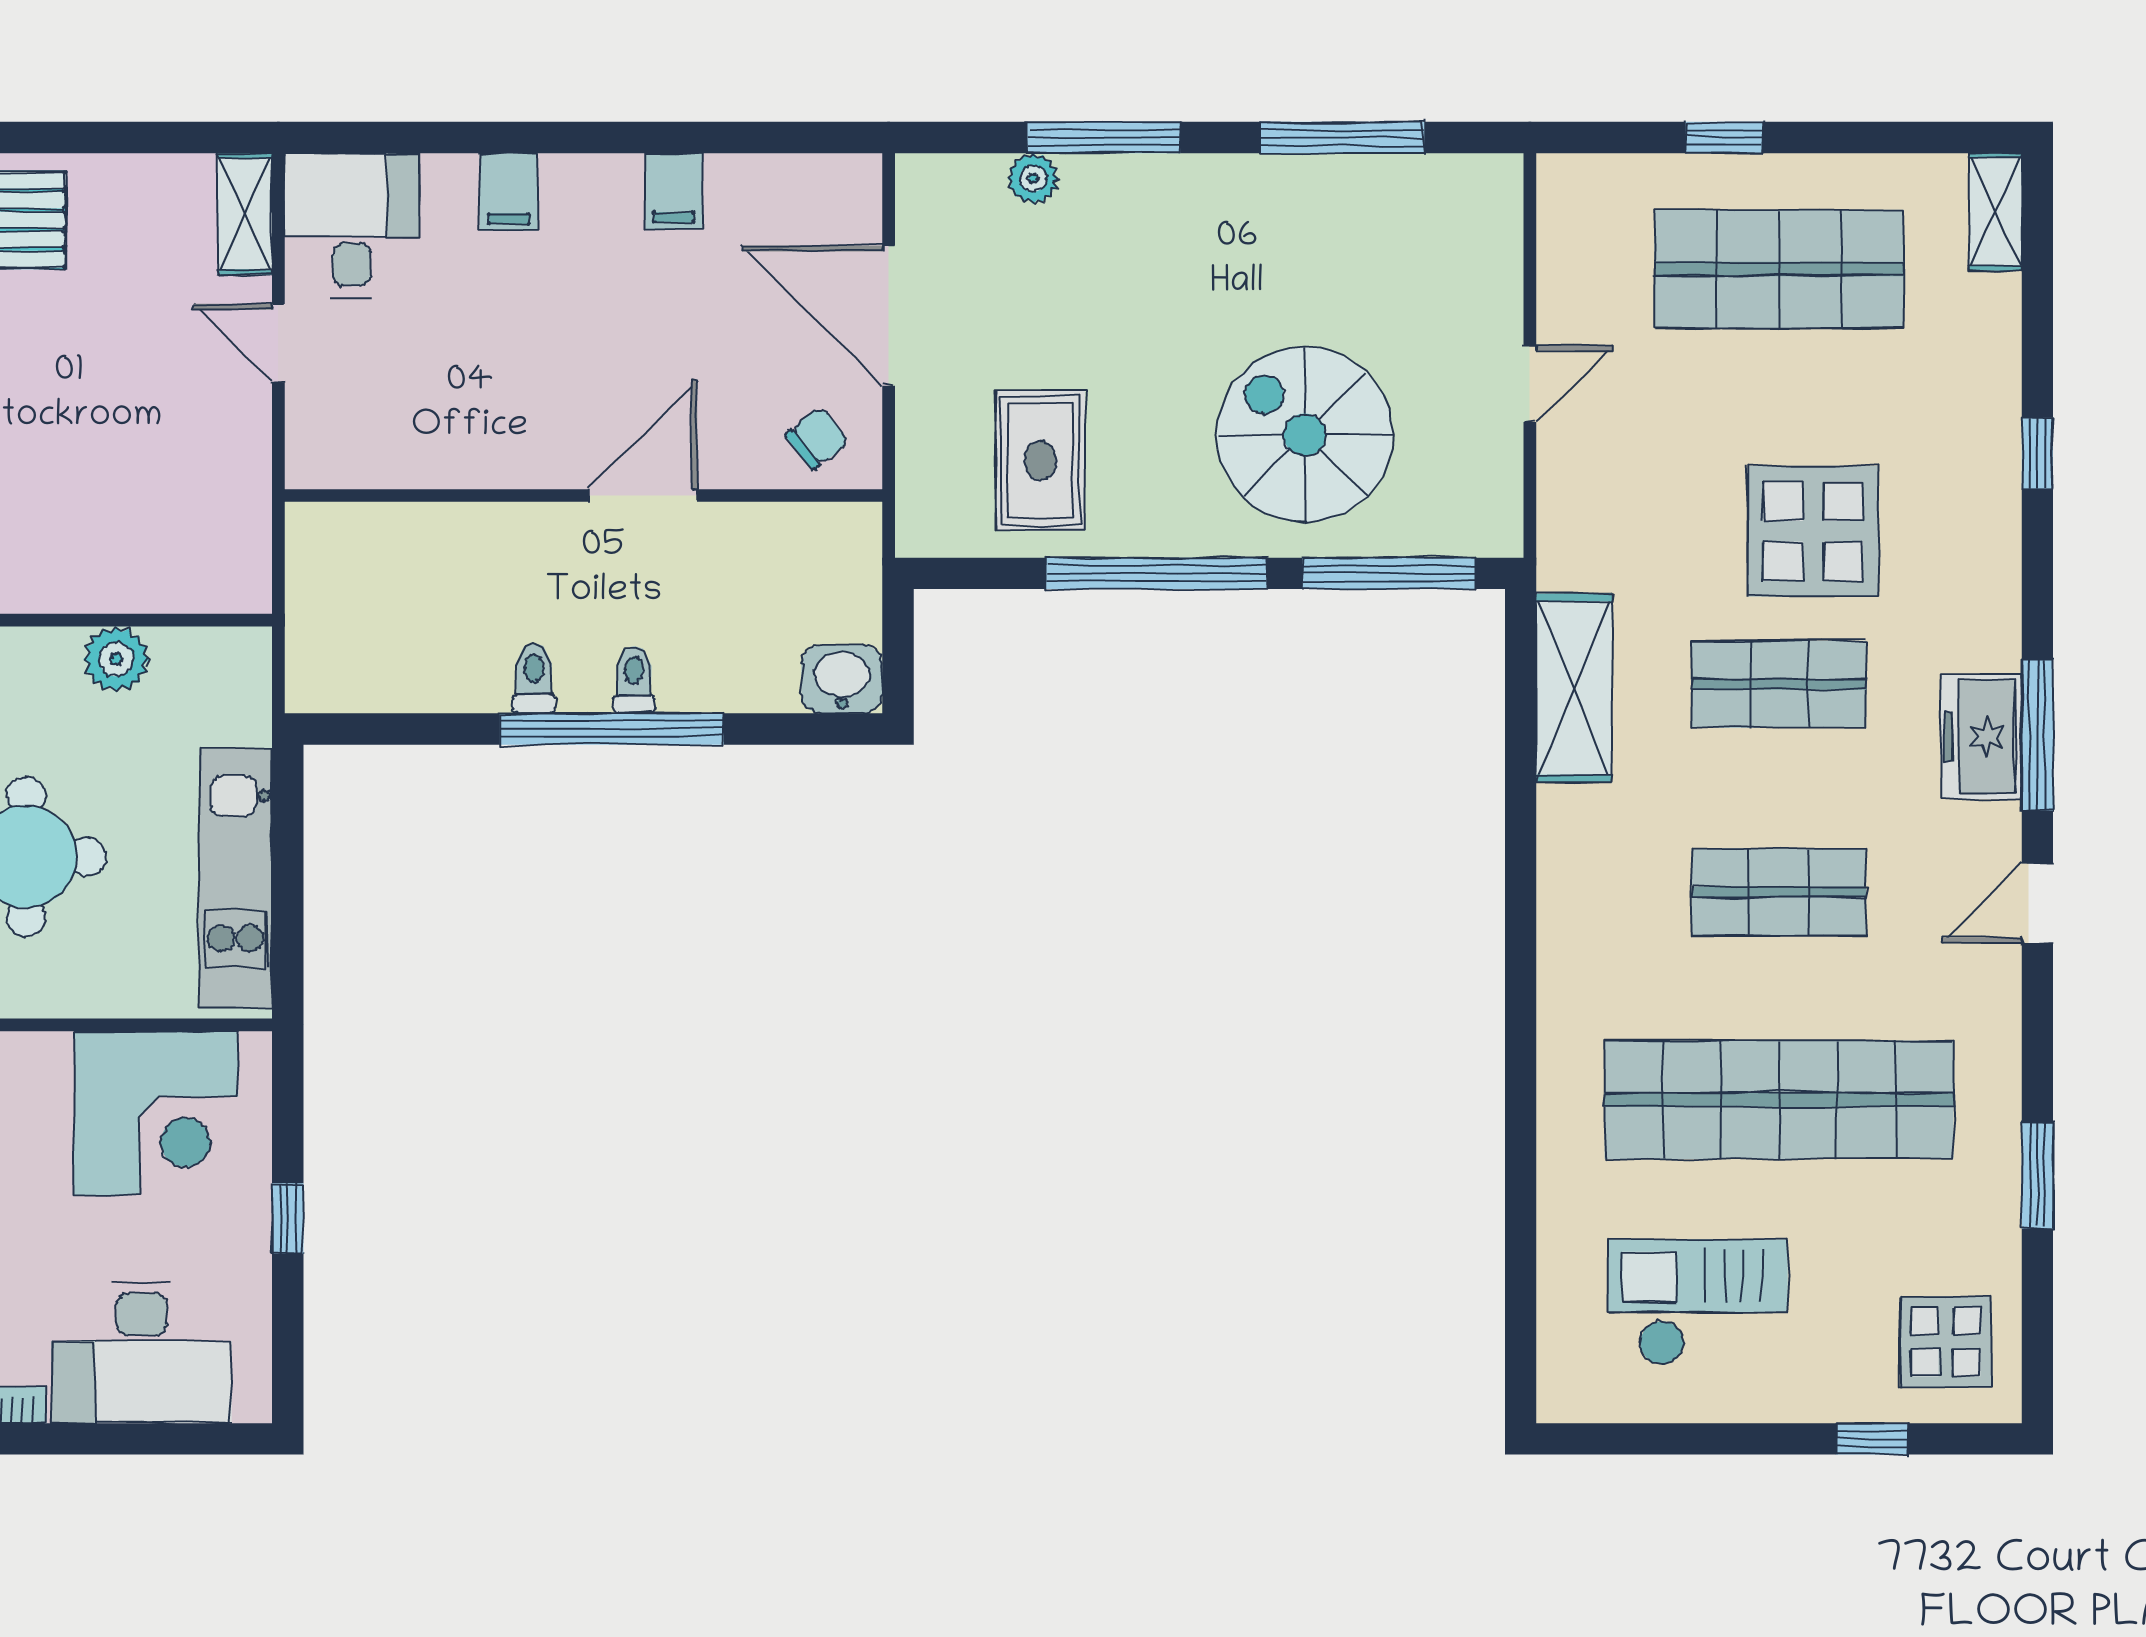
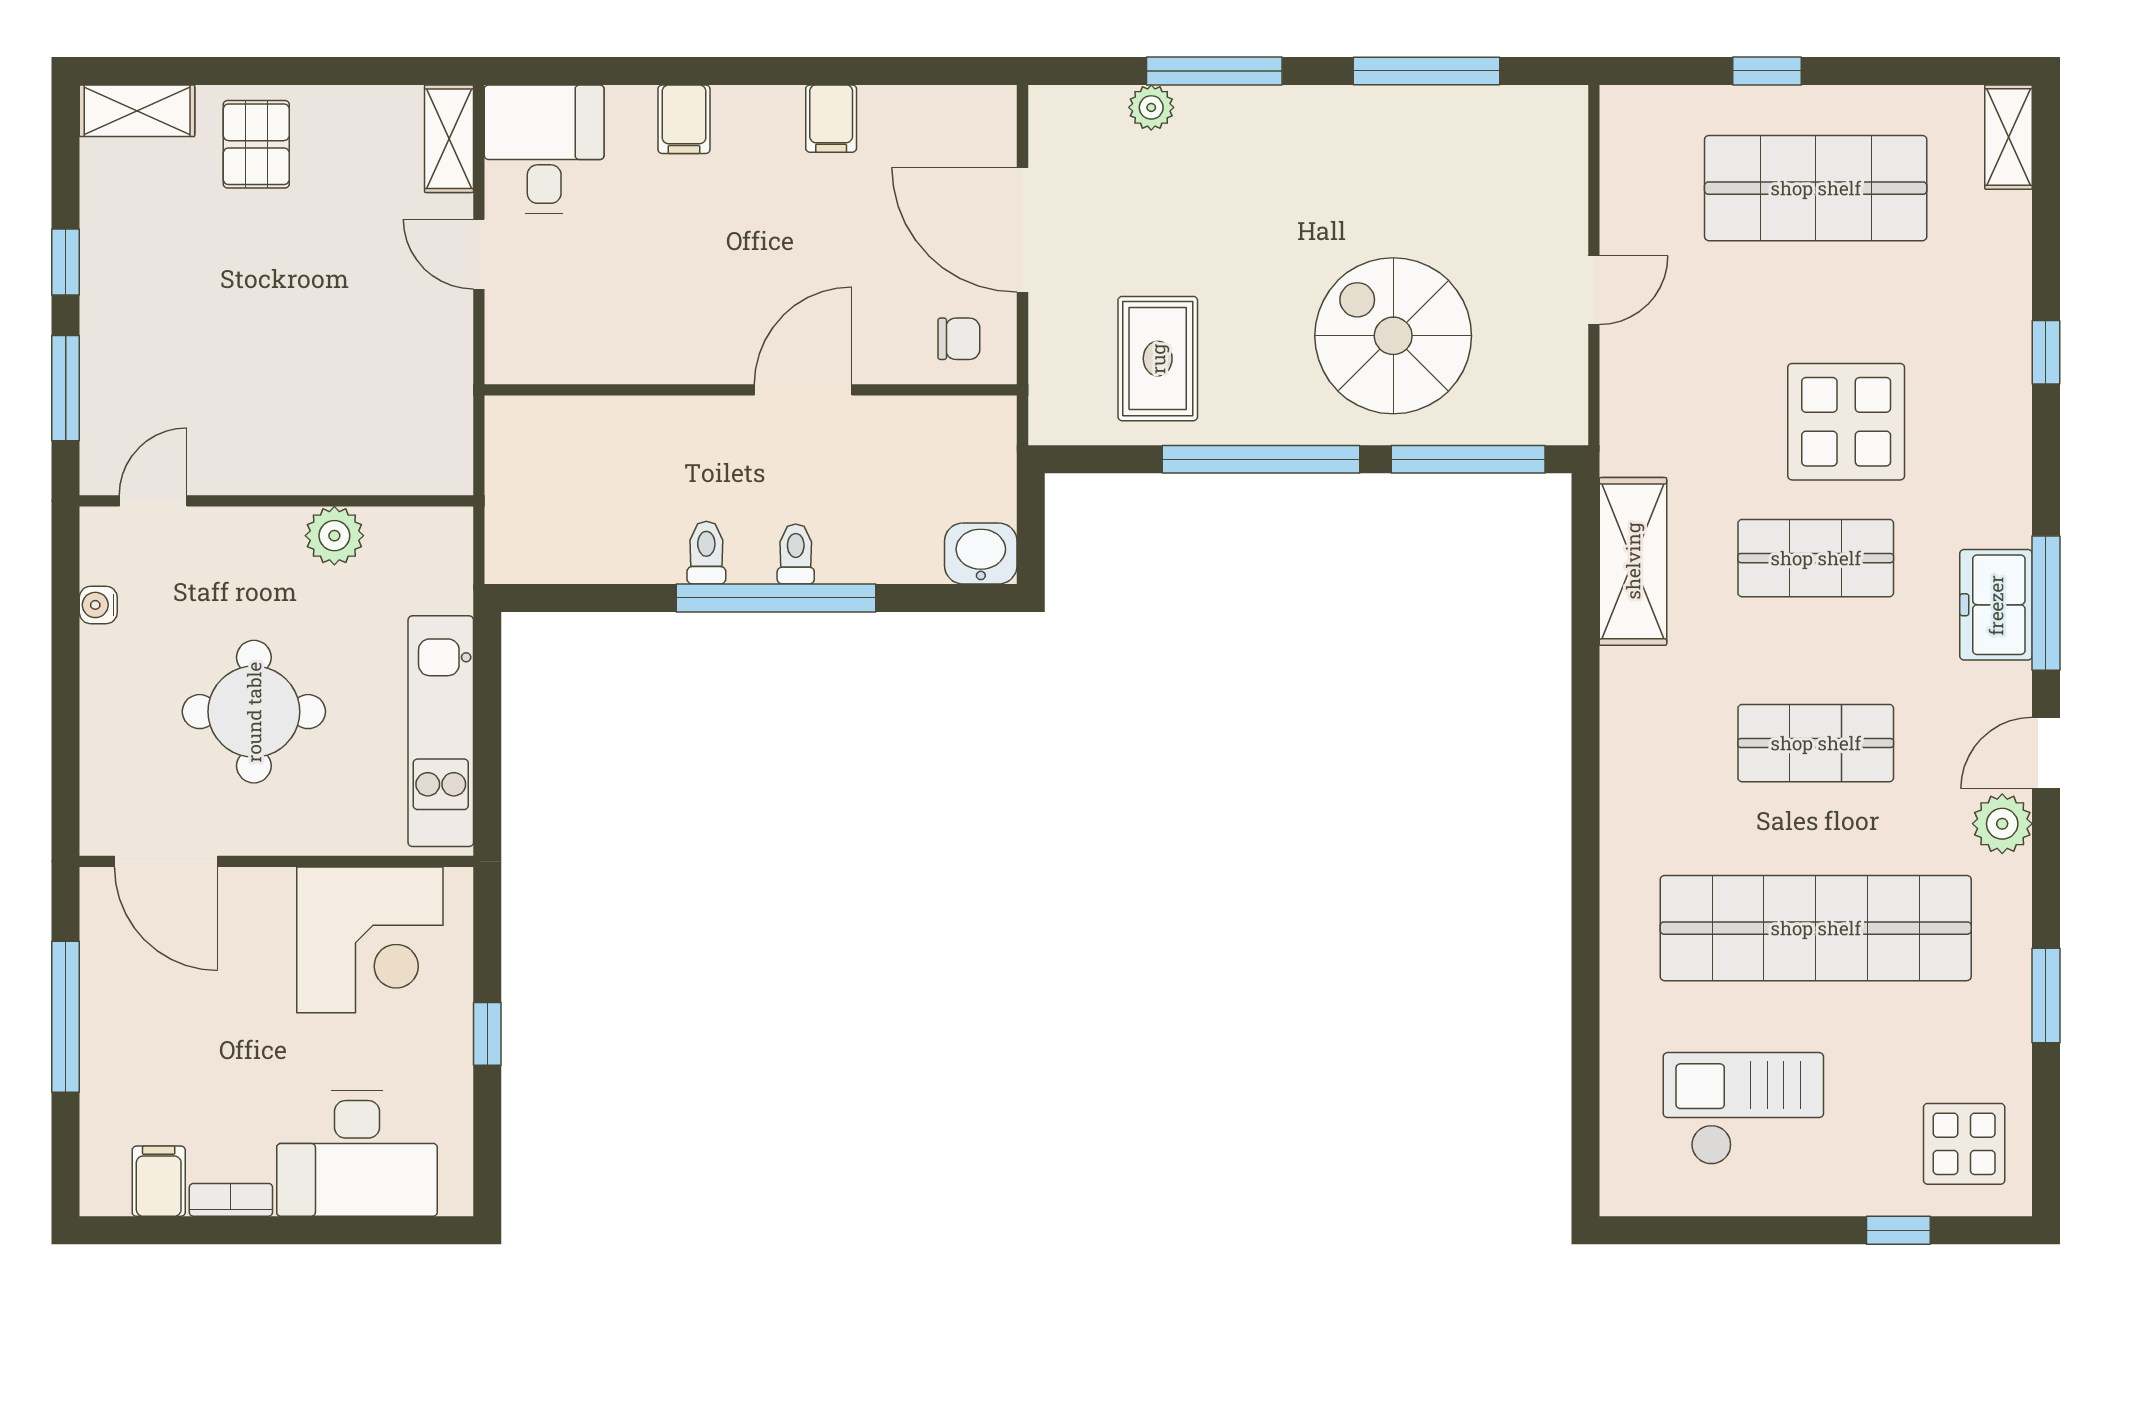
chair: (817, 438) -> (959, 339), turned 39
plant: (1988, 983) -> (2002, 824), added

